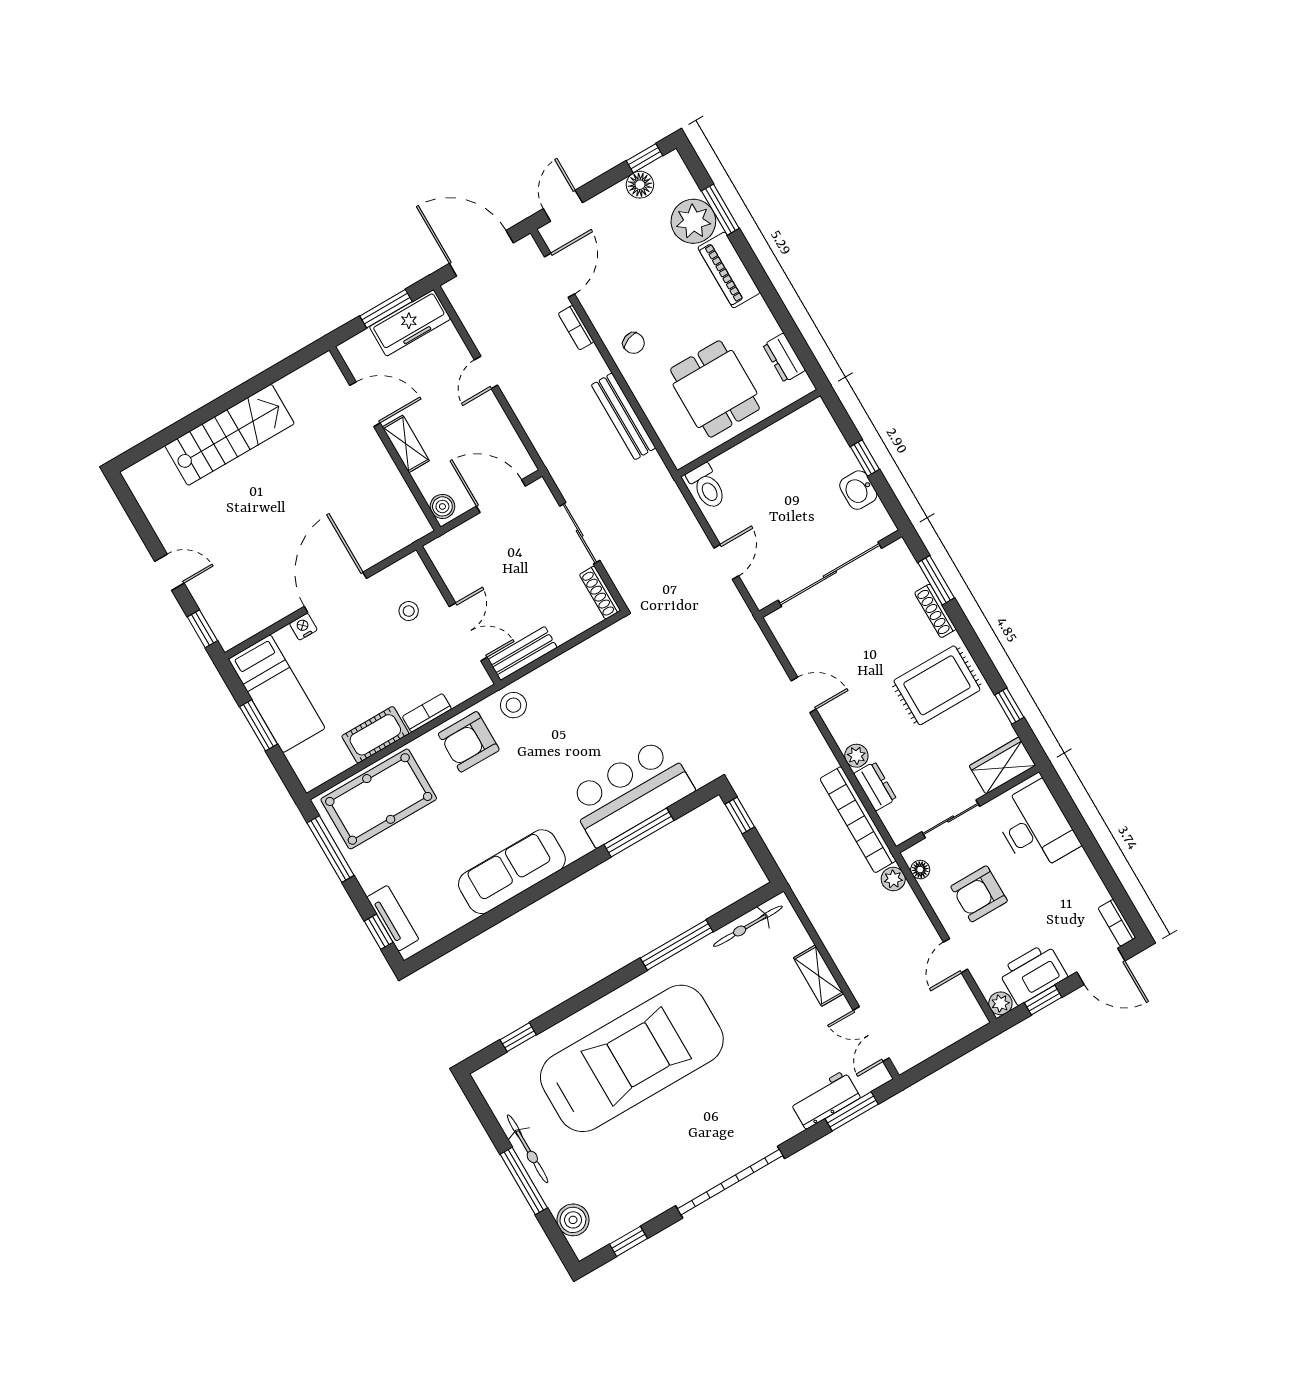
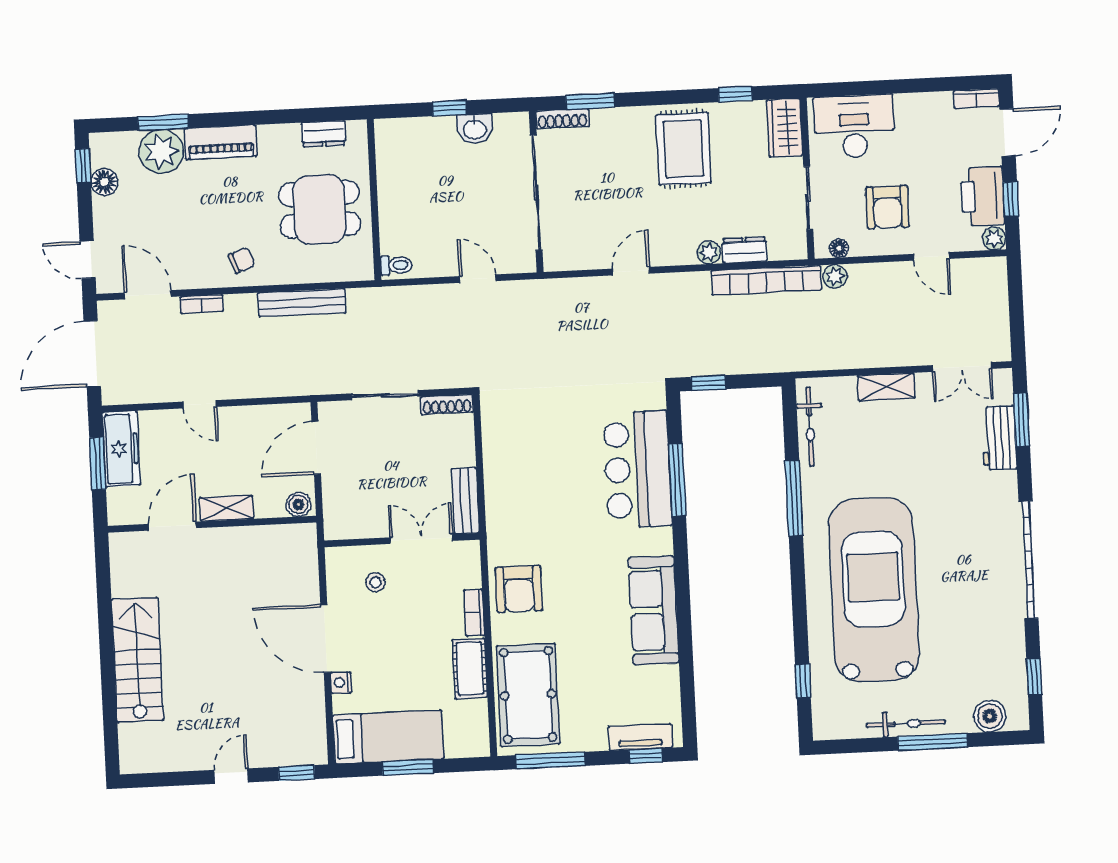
toilet: (707, 487) -> (396, 265), width x0.73, depth x0.72
shoe rack: (935, 611) -> (562, 119), moved
stool: (513, 705) -> (507, 533), removed

